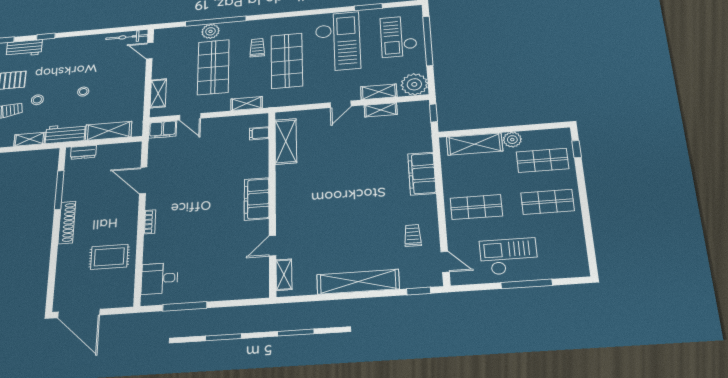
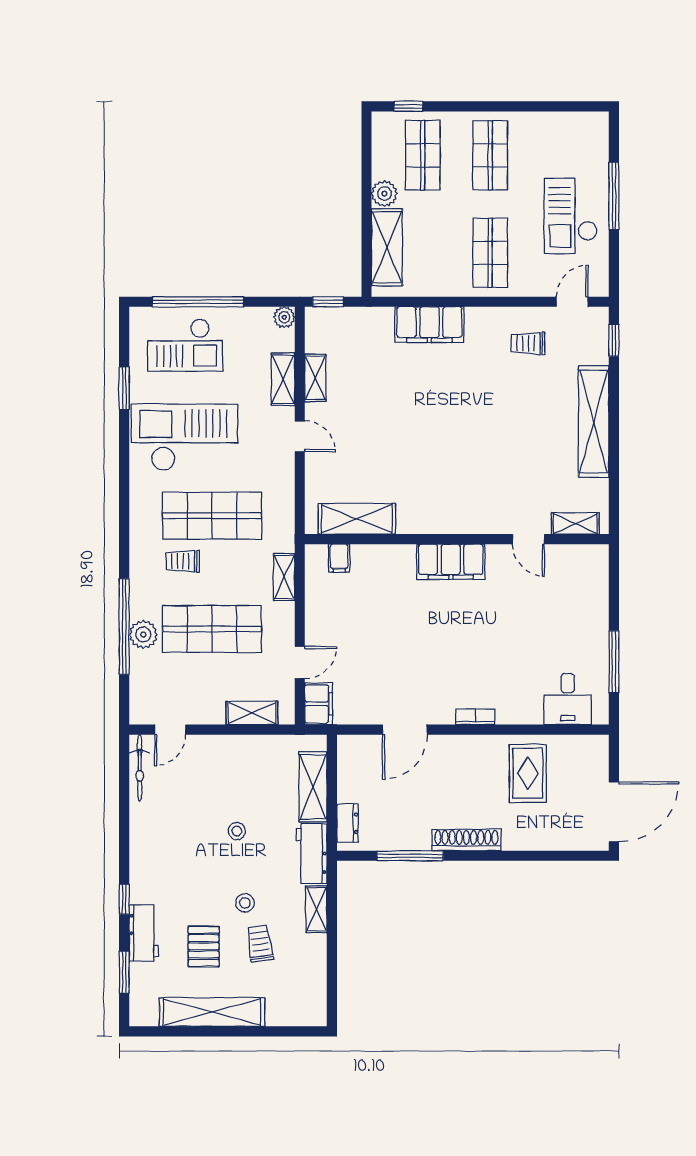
plant: (414, 84) -> (284, 317), width x0.53, depth x0.53

